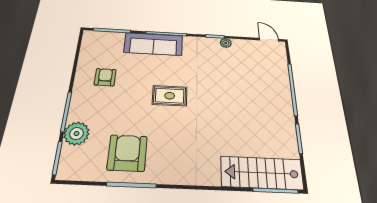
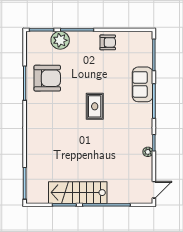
sofa: (153, 44) -> (143, 84), width x0.73
armchair: (105, 77) -> (108, 42), moved
stairs: (262, 173) -> (78, 193), moved, turned -90

